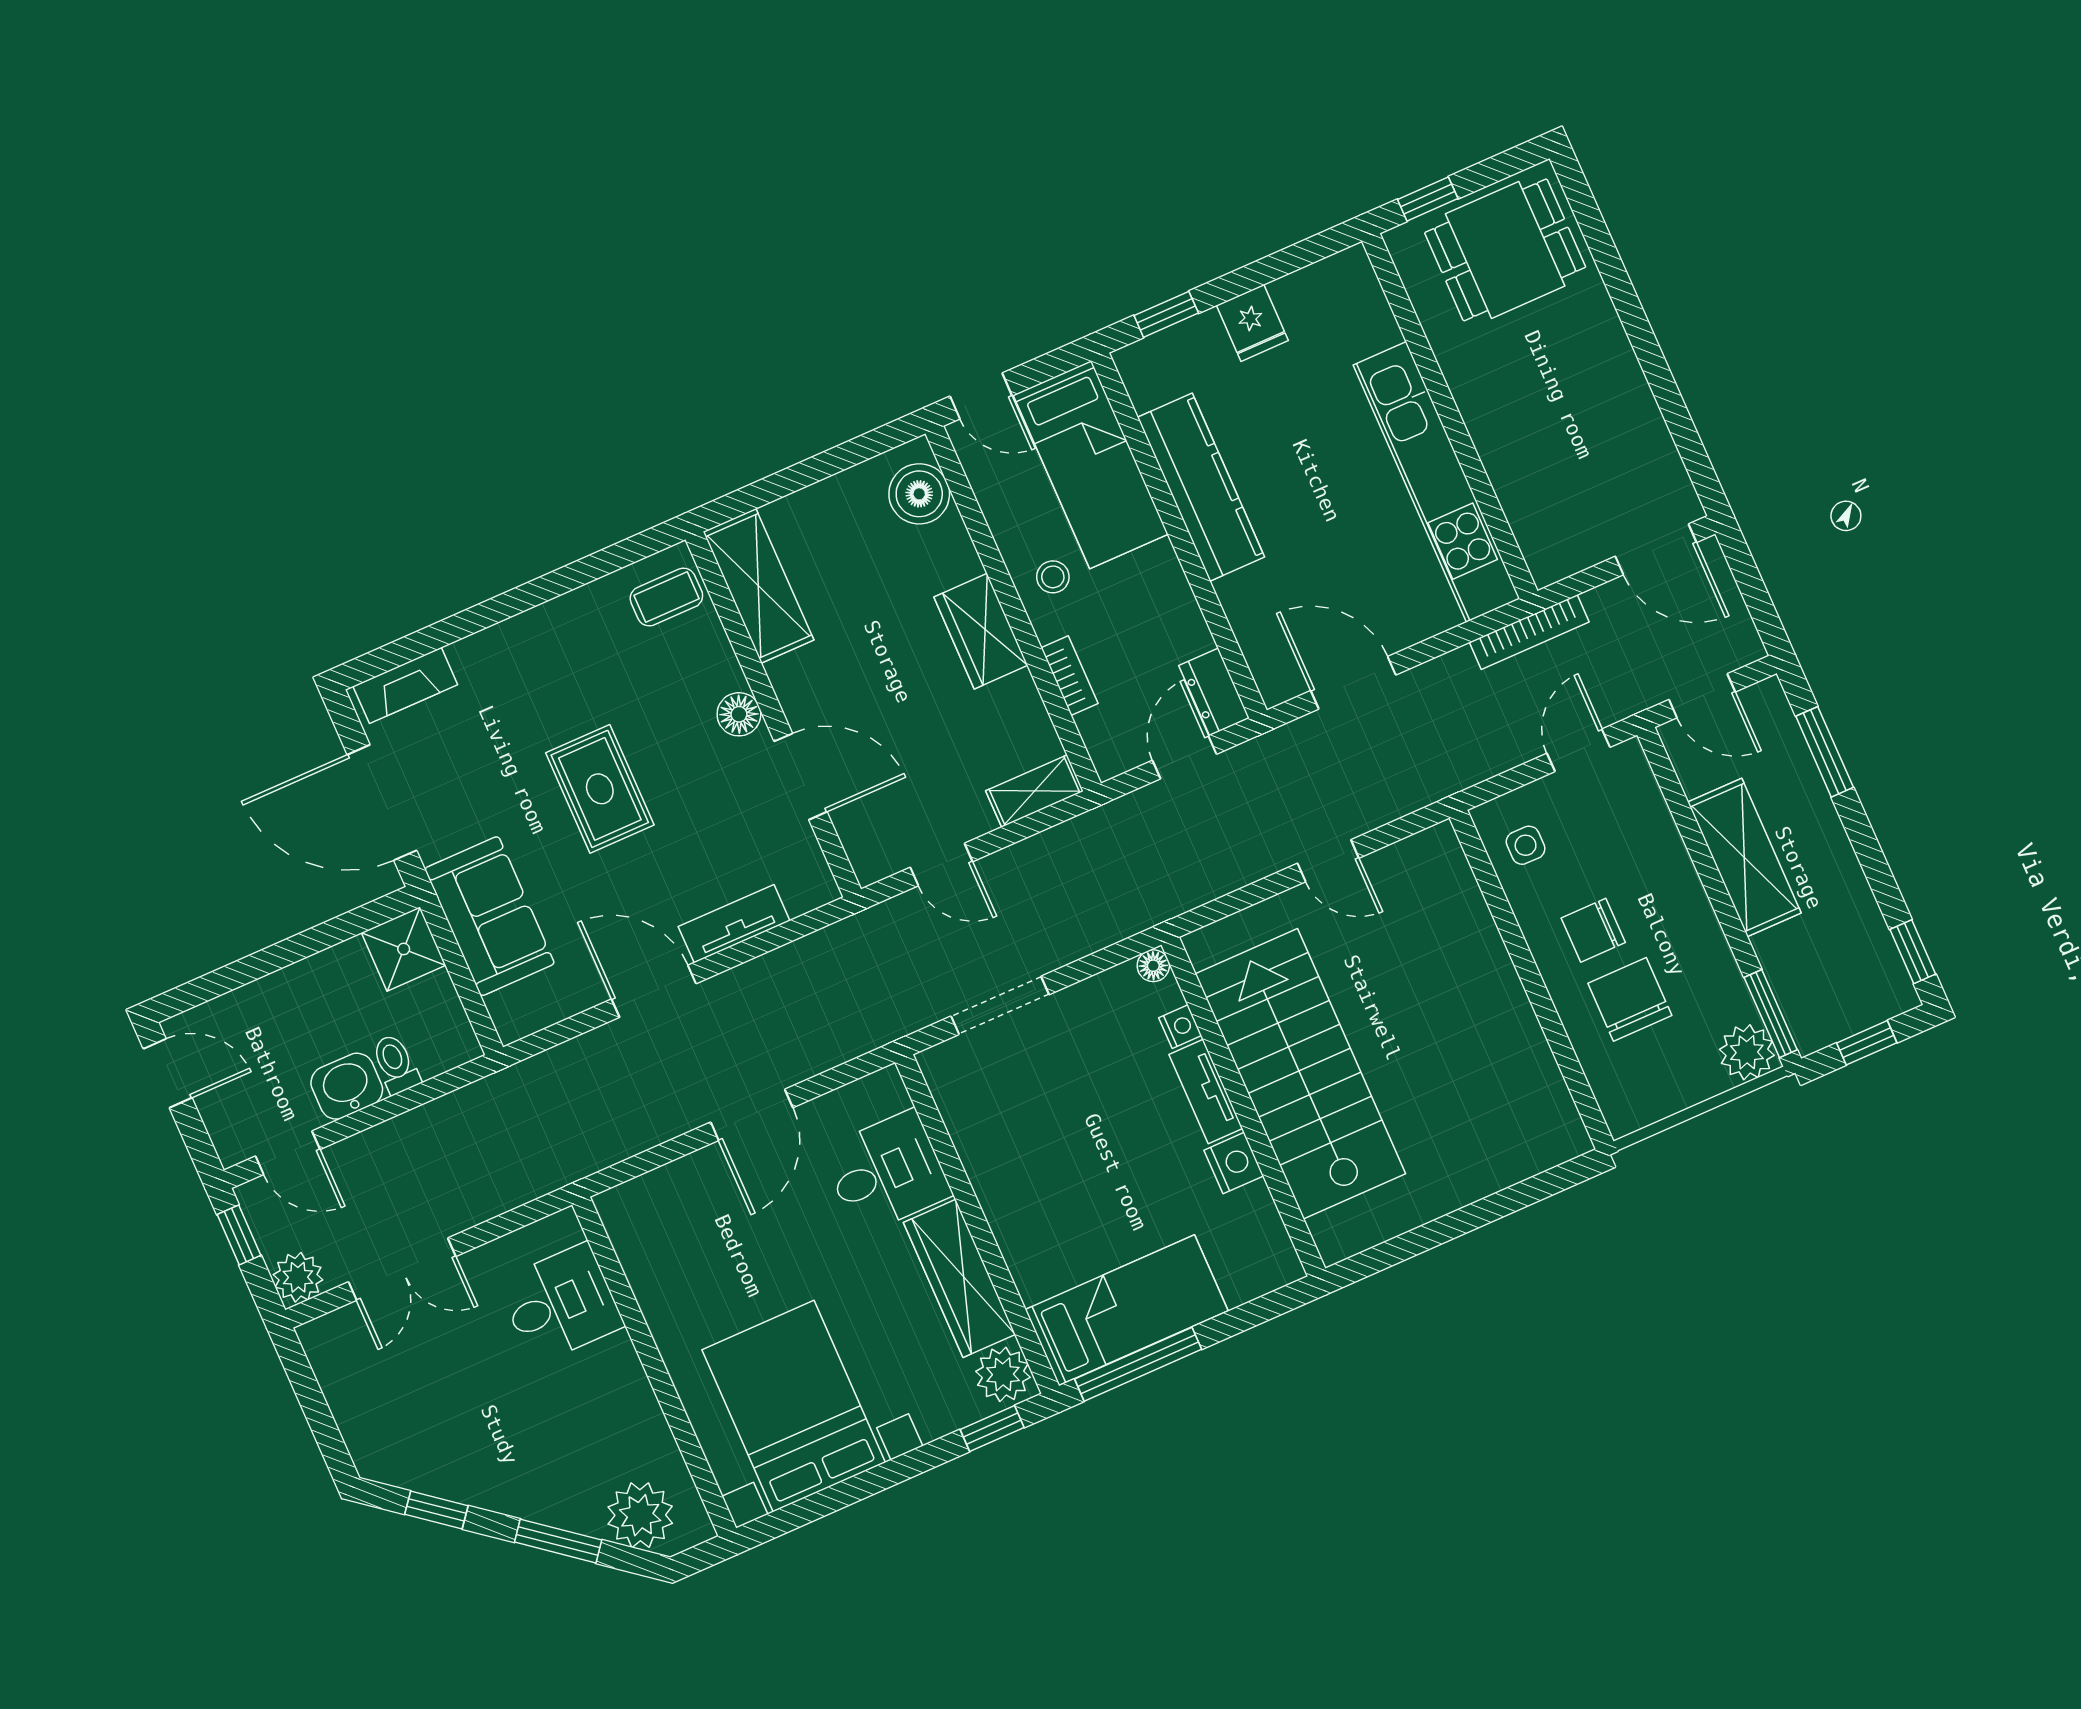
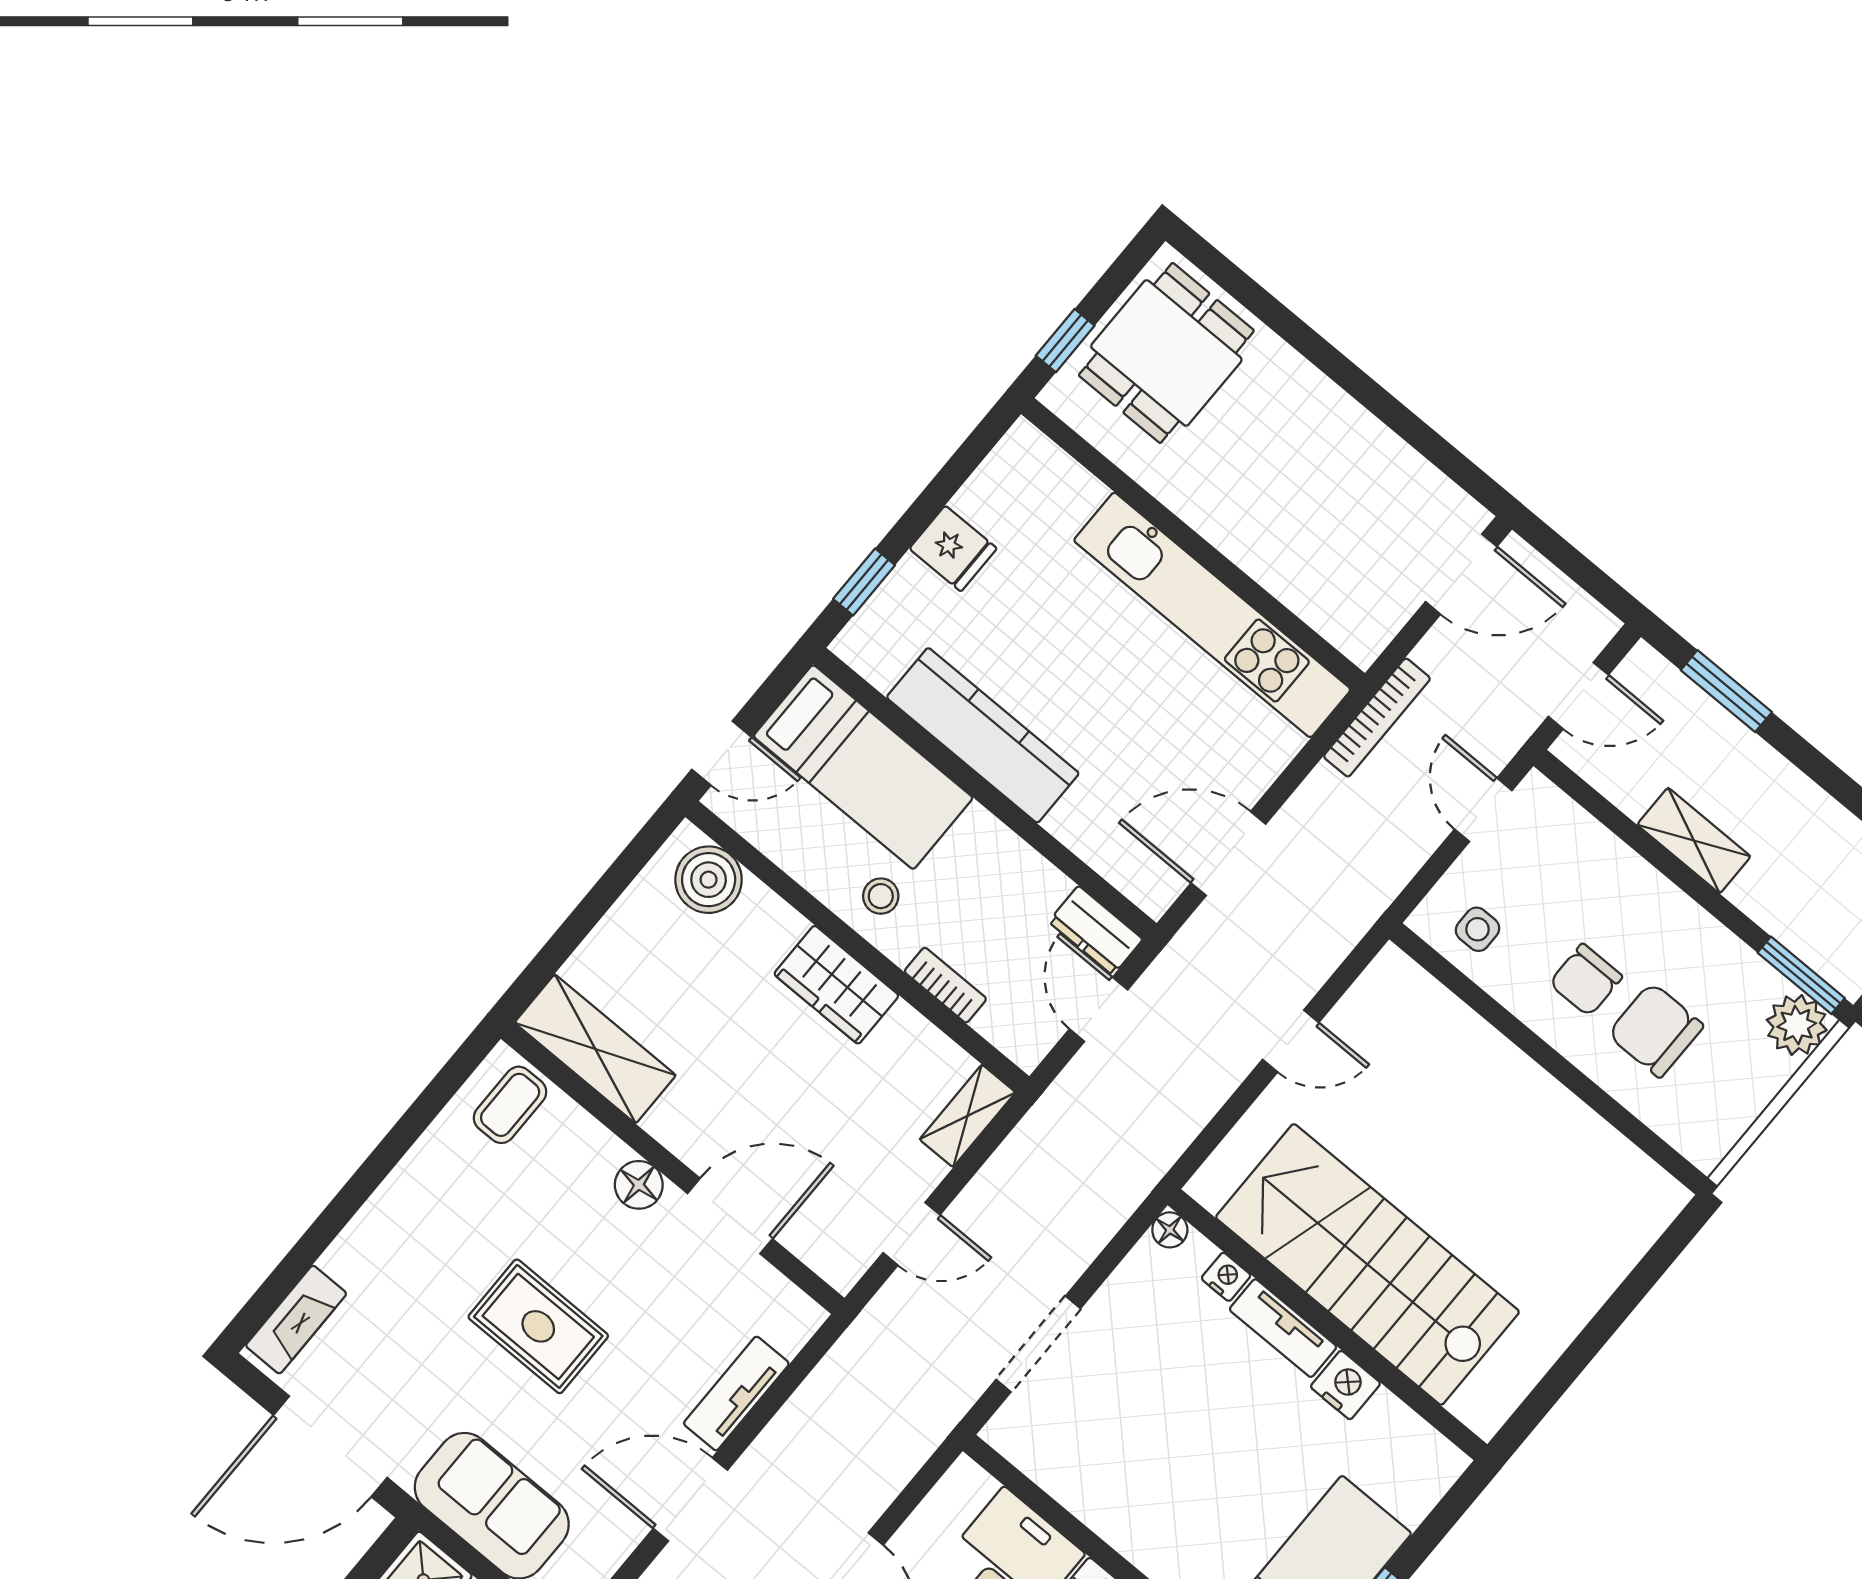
shelving: (1744, 857) -> (1694, 841), width x0.67, depth x0.75

